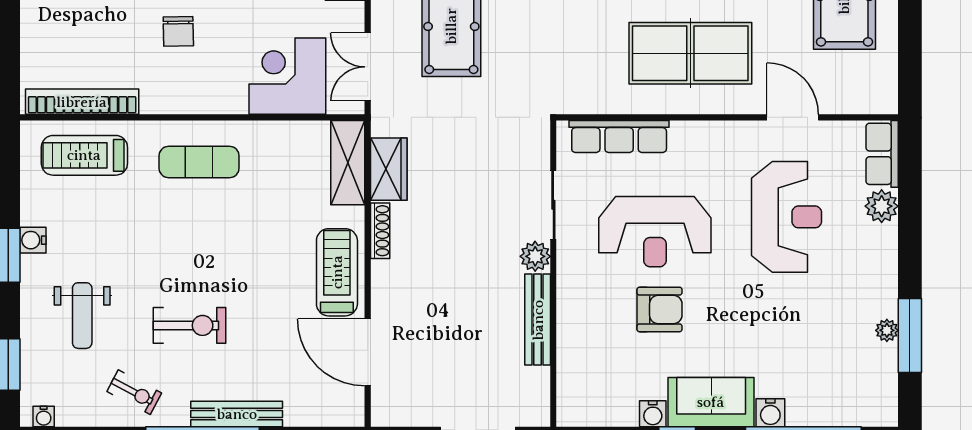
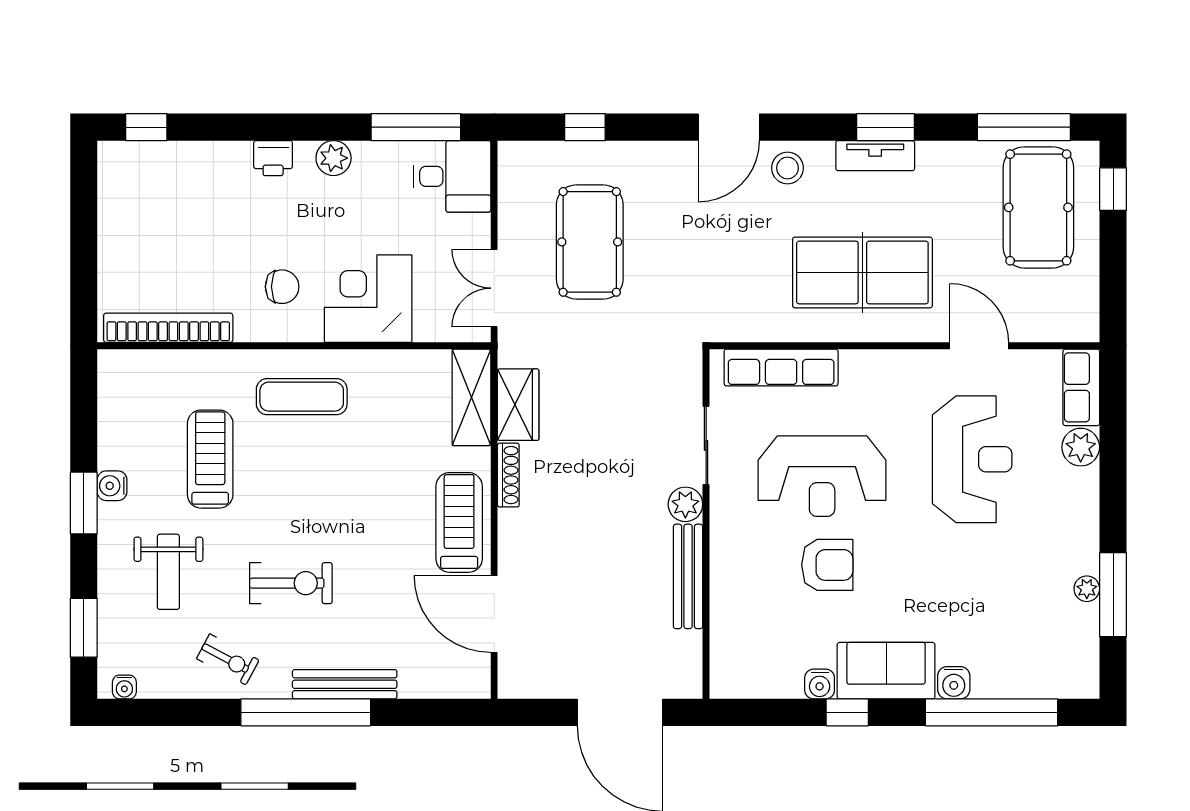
chair: (178, 31) -> (282, 287), moved, turned -89
corner desk: (287, 76) -> (368, 299), moved
treadmill: (84, 155) -> (210, 459), moved, turned 90

